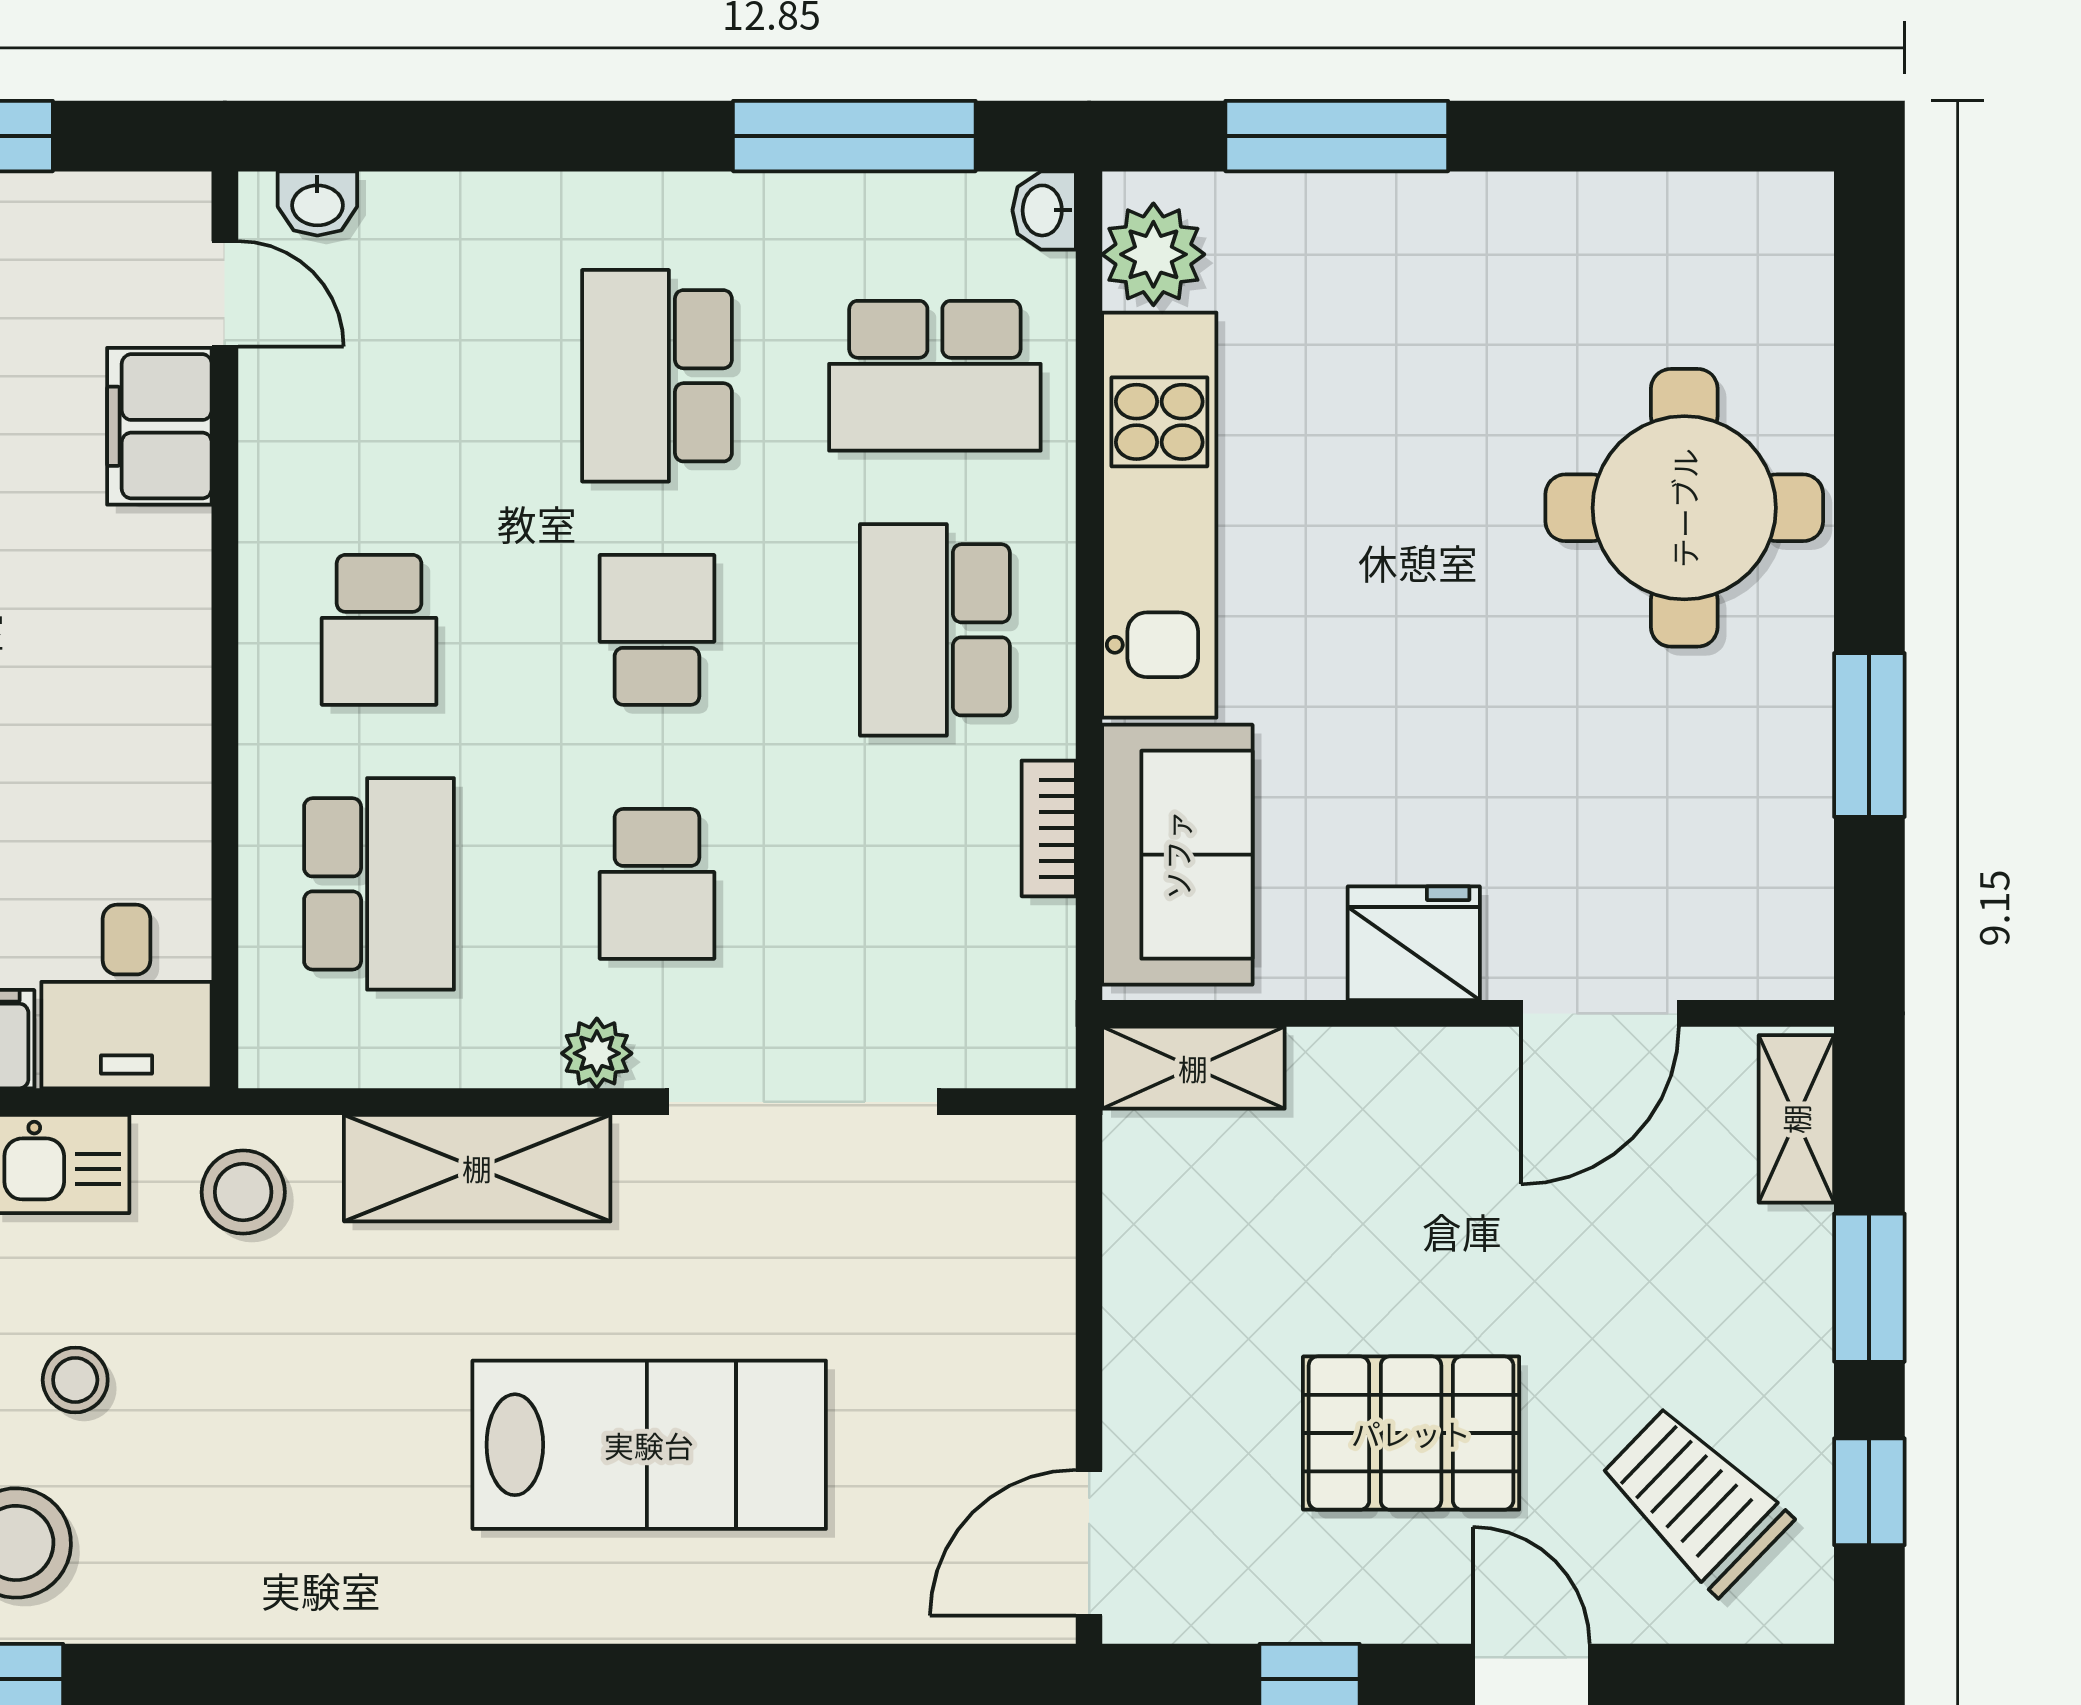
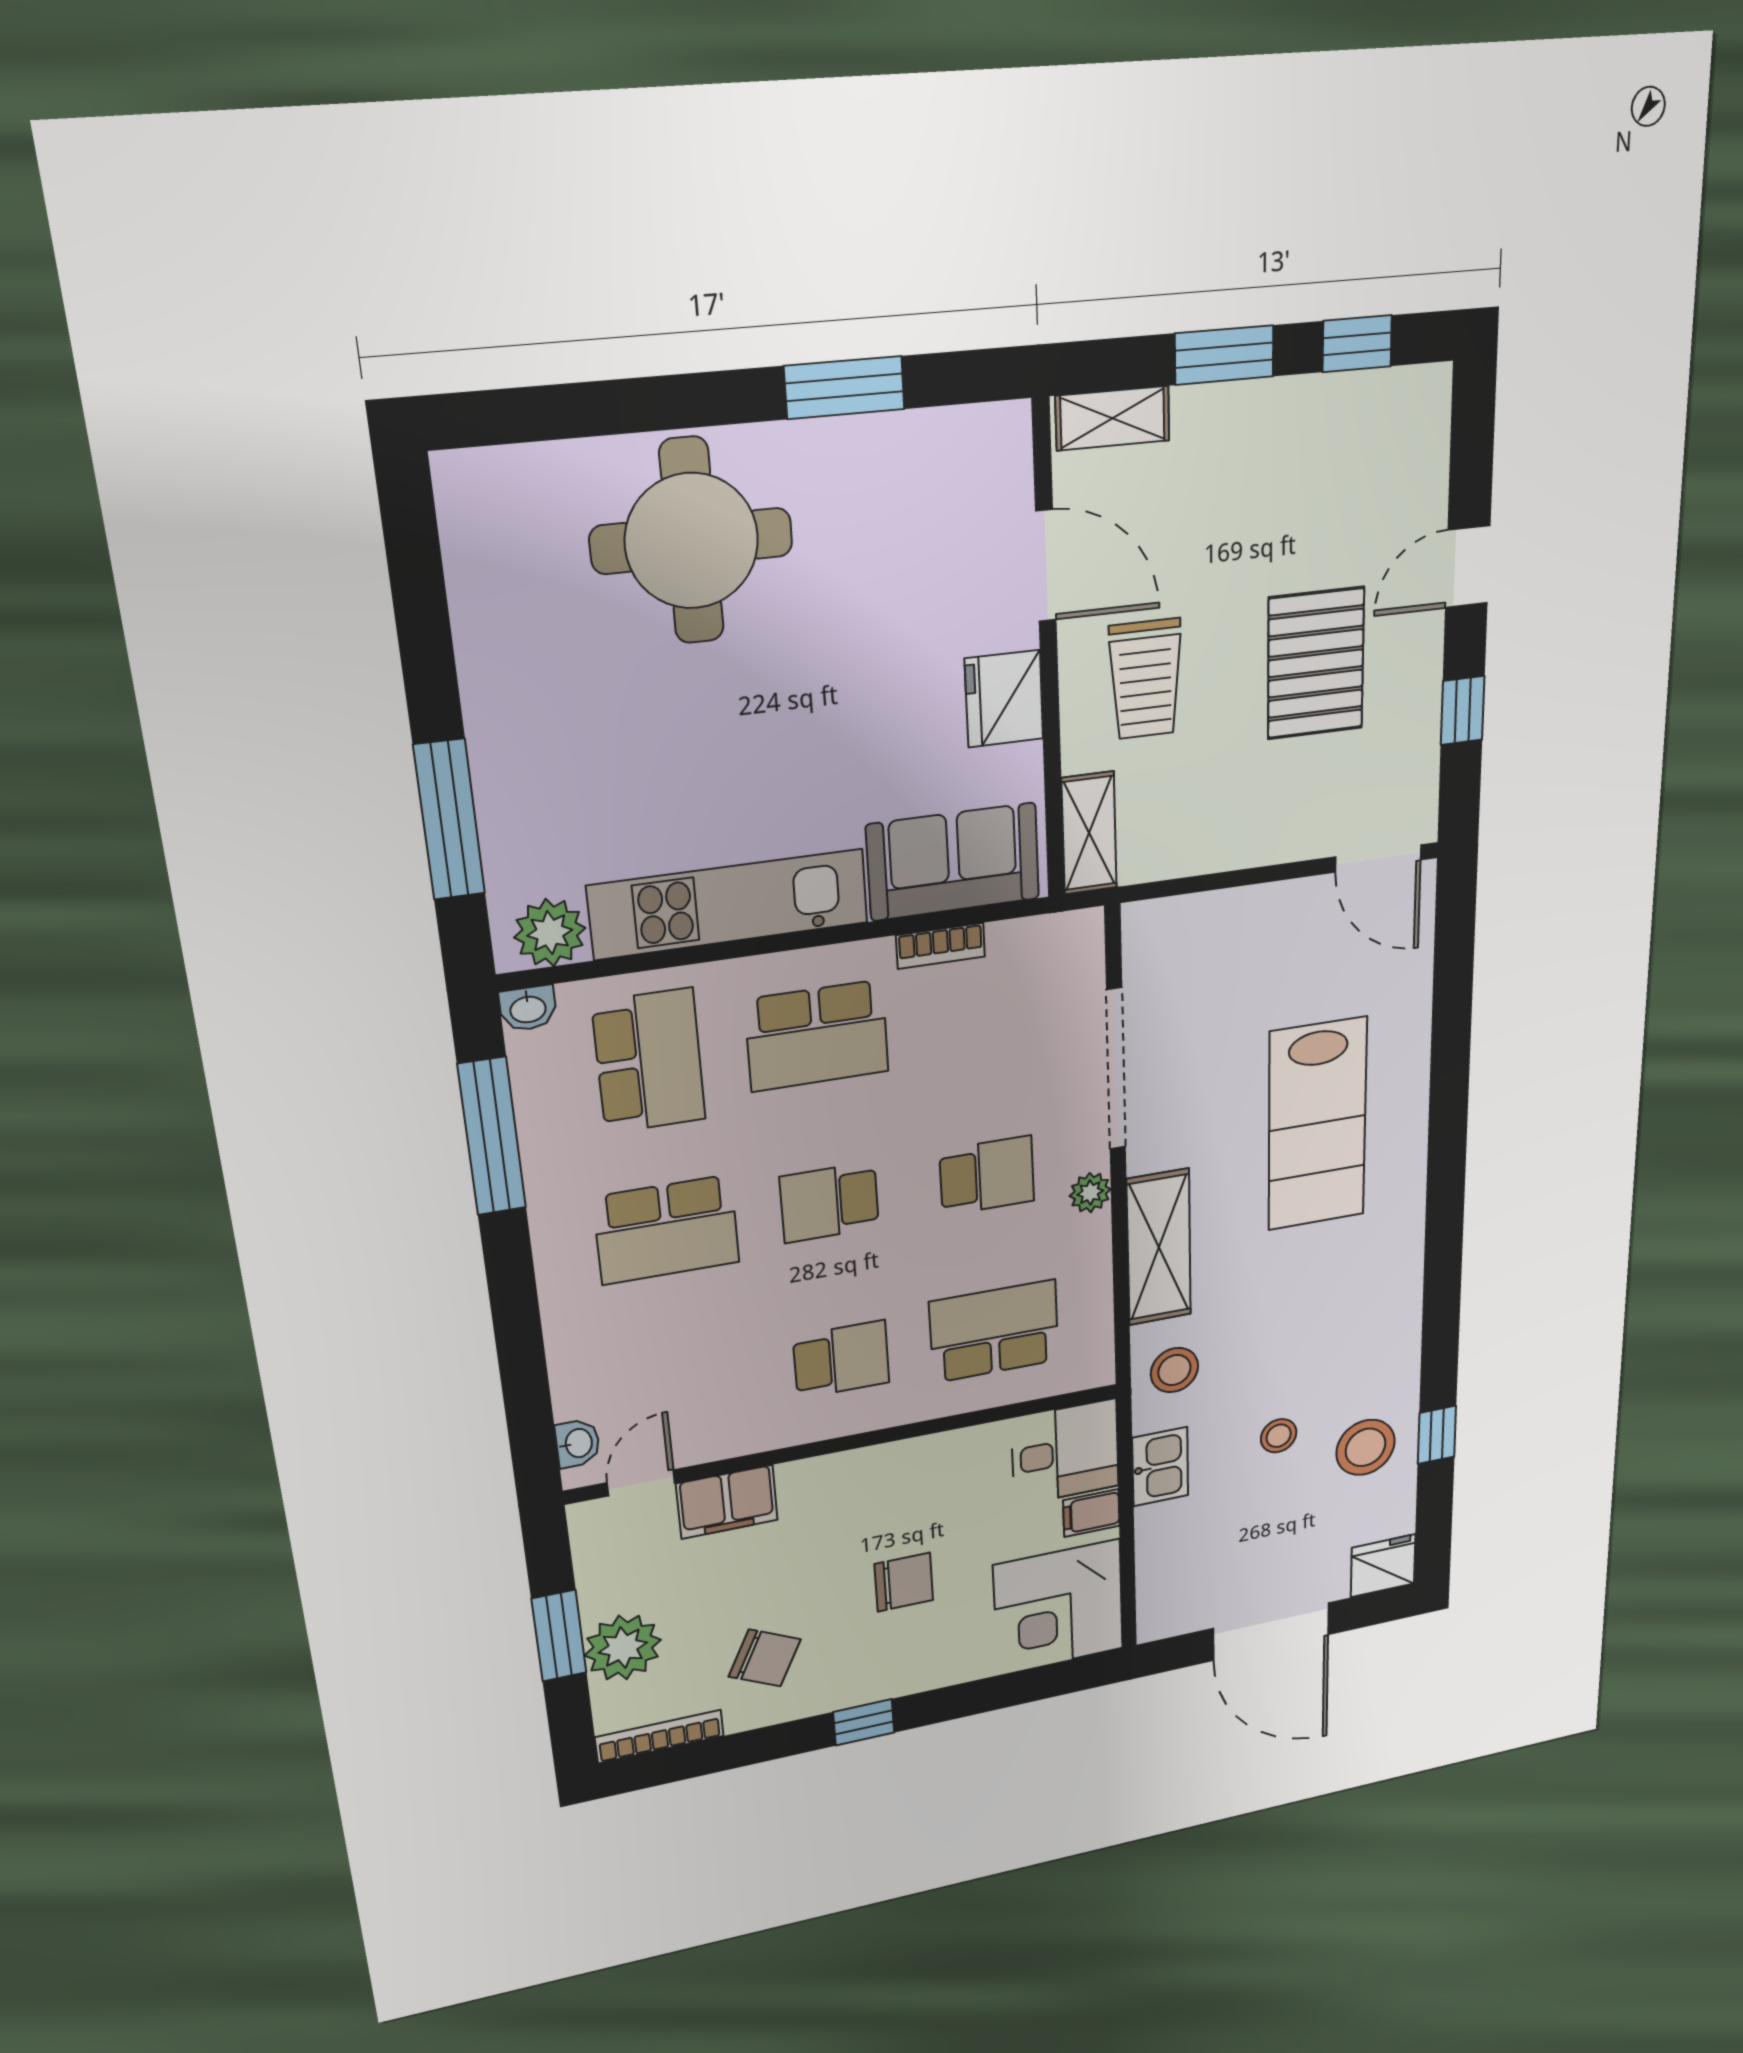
lab bench: (649, 1445) -> (1317, 1124), turned 180
trolley: (1695, 1500) -> (1146, 679), moved, turned -44

